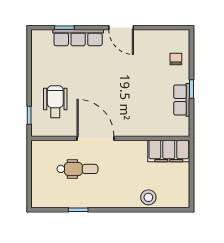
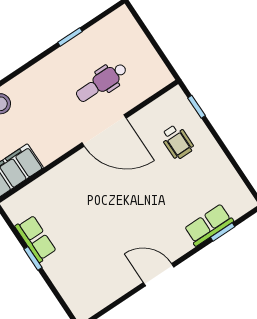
row of seats: (78, 38) -> (209, 225), width x0.68
chair: (176, 59) -> (73, 280), removed
wheelchair: (55, 102) -> (177, 142), width x0.73, depth x0.73

